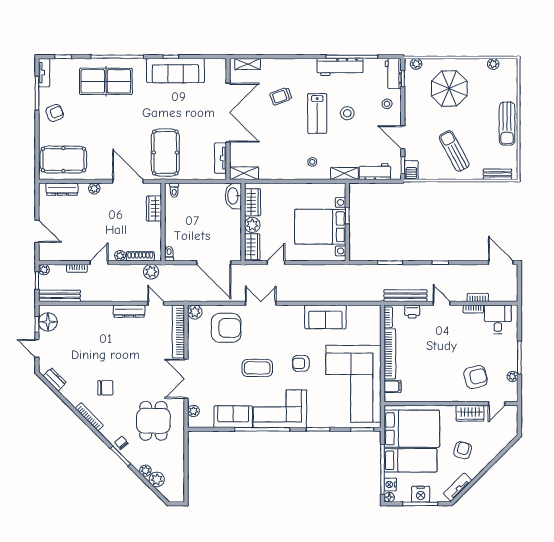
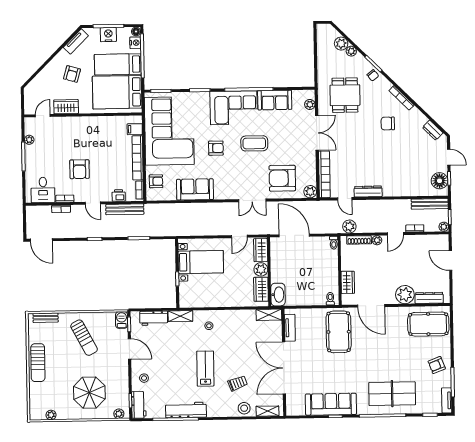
stool: (347, 113) -> (244, 408), moved
sun lounger: (507, 124) -> (38, 363), turned 180
plant: (94, 189) -> (405, 295), width x1.88, depth x1.88
bed with nightstands: (320, 227) -> (201, 262), width x0.73
armchair: (369, 327) -> (156, 181), added
armchair: (476, 377) -> (79, 169), moved, turned -76

